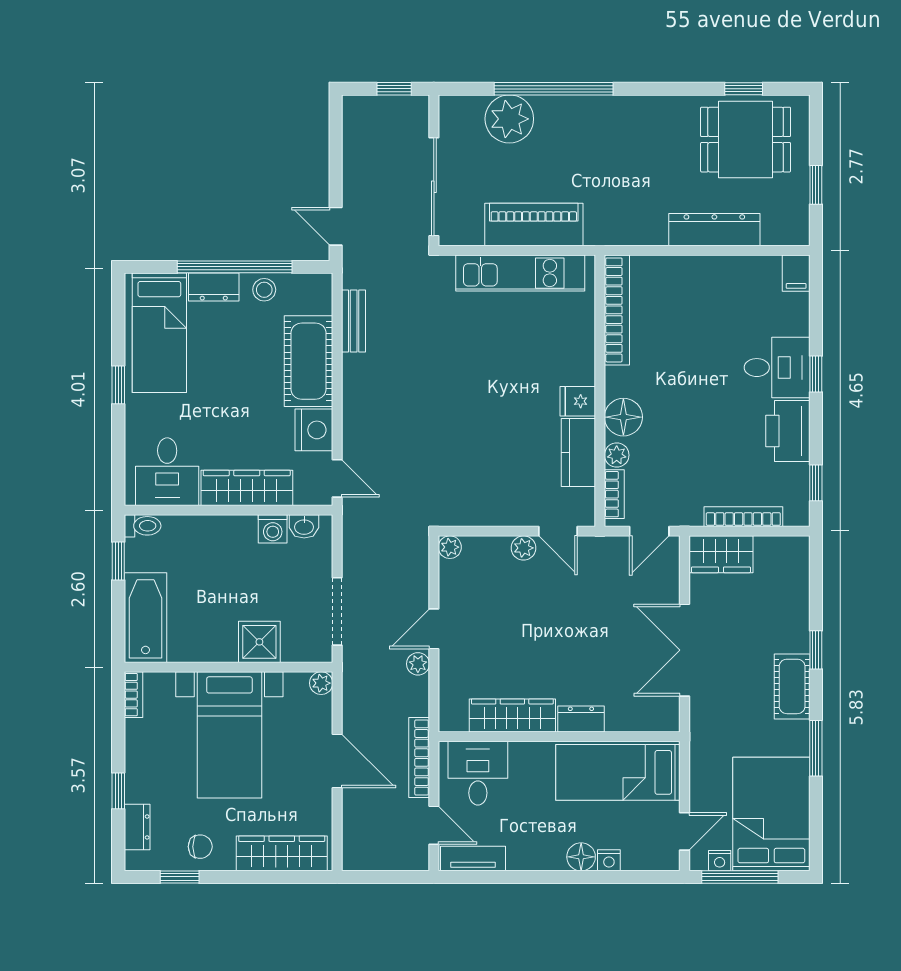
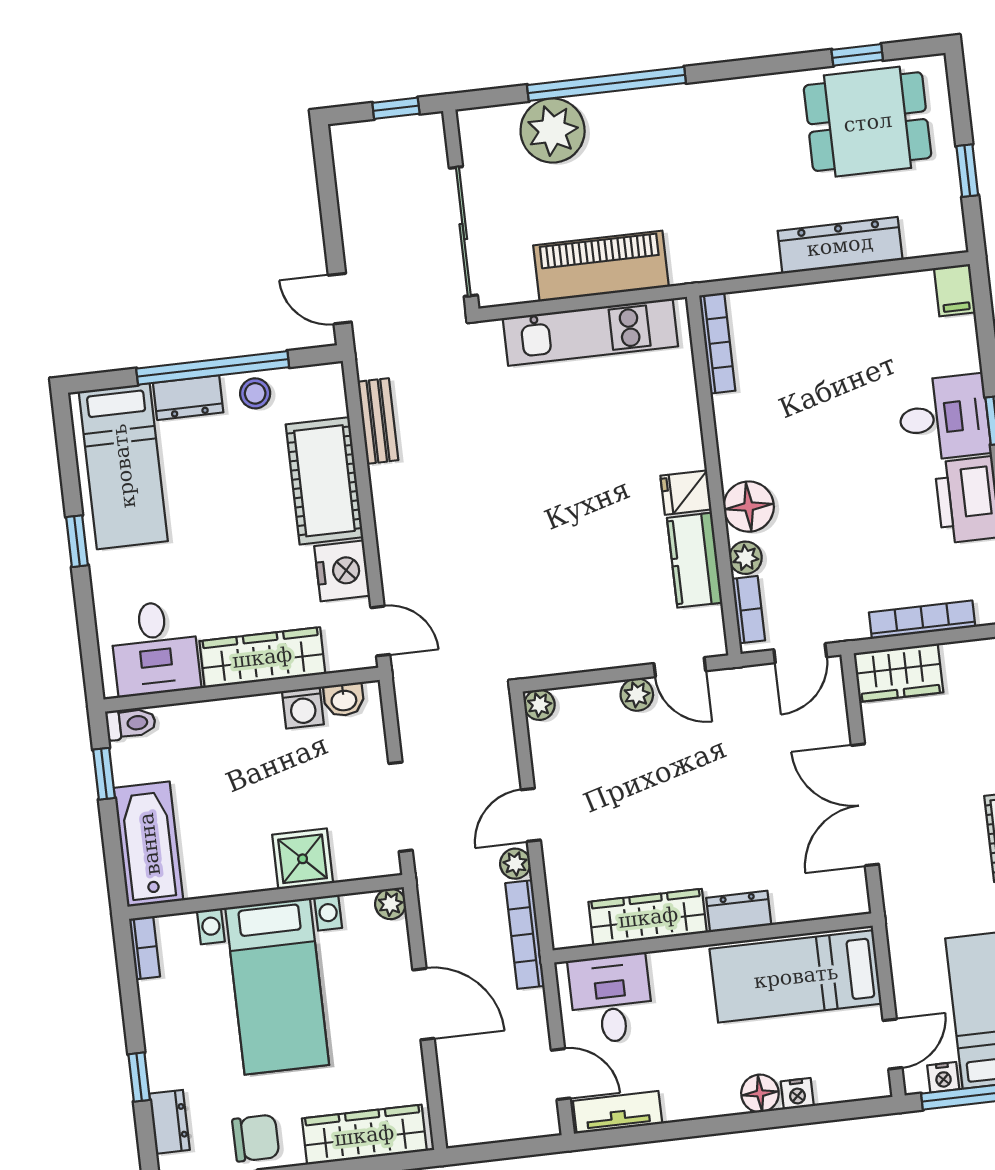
bookcase: (617, 310) -> (717, 343), width x0.68, depth x0.76
bookcase: (419, 758) -> (525, 935), moved
chair: (200, 847) -> (256, 1138), width x1.37, depth x1.37

